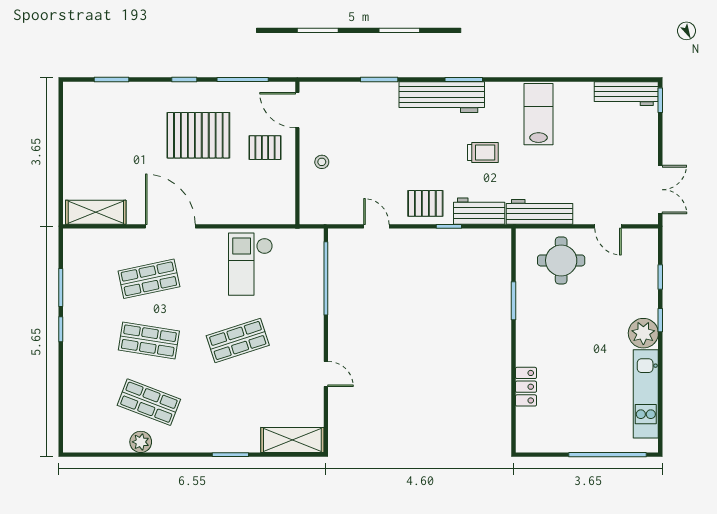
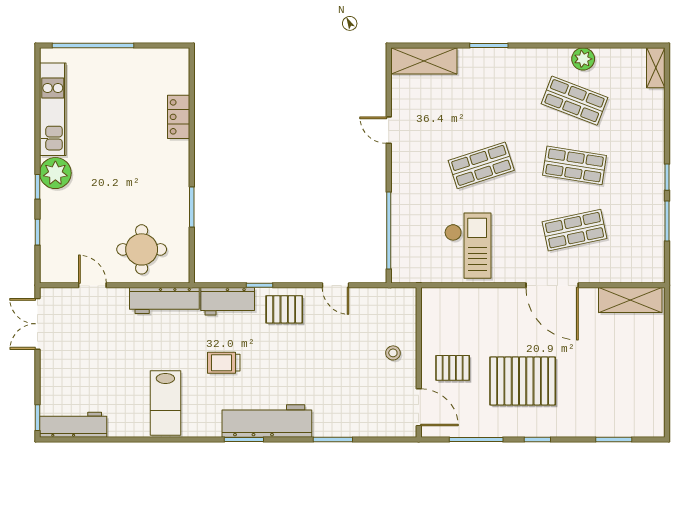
shelving: (71, 433) -> (656, 68), added

